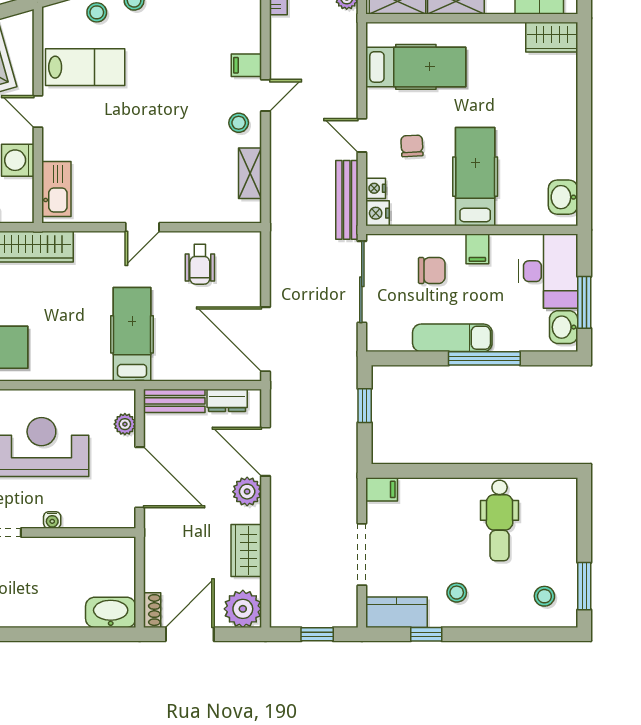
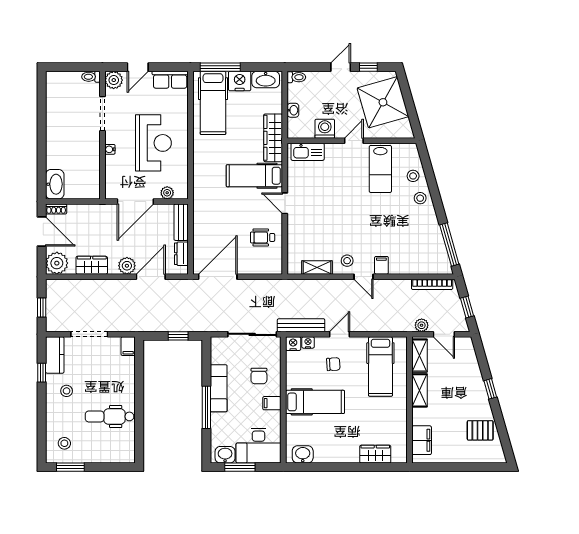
wardrobe: (552, 37) -> (375, 454), moved, turned 90
hospital bed: (132, 334) -> (254, 176), moved, turned 180

